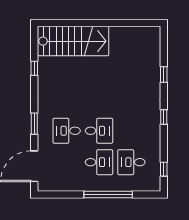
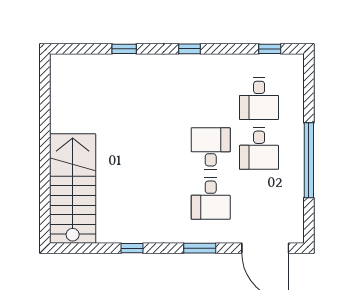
window: (34, 68) -> (132, 248), moved
desk: (99, 162) -> (259, 149), turned 180
window: (108, 195) -> (309, 160), moved

